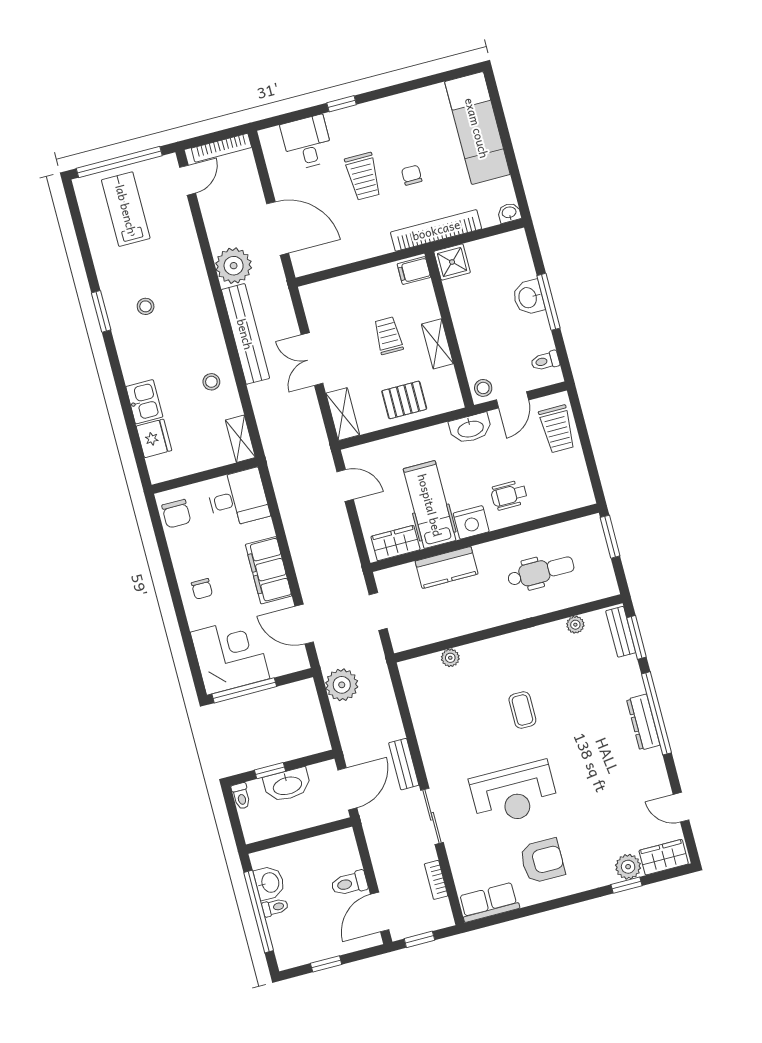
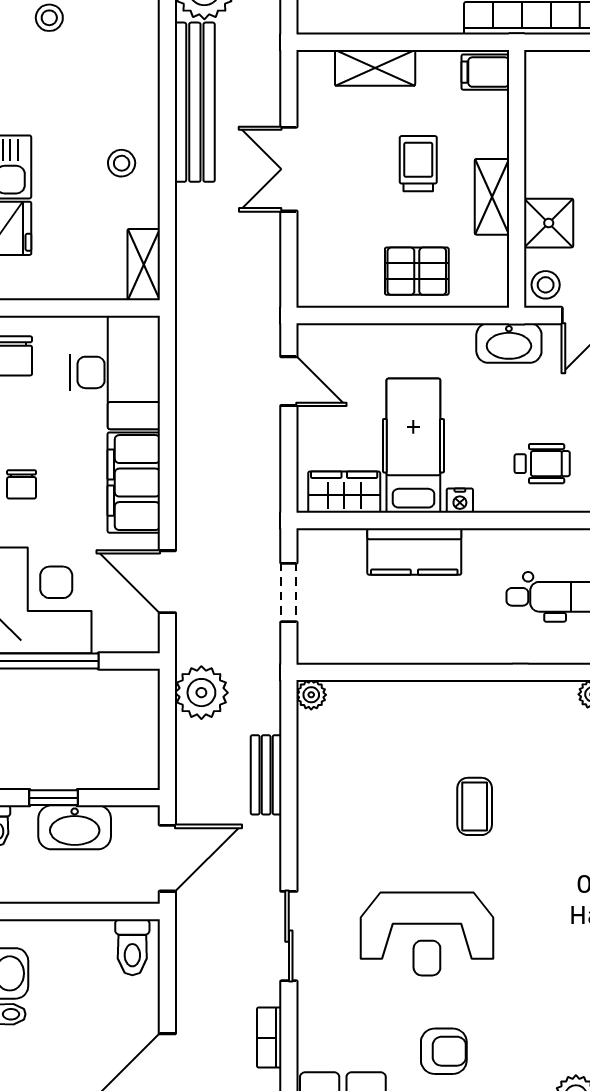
shower: (452, 262) -> (549, 223), moved
shelving: (343, 414) -> (375, 68), moved, turned 90
wheelchair: (509, 495) -> (542, 464), turned 180
desk: (238, 498) -> (115, 372), width x1.37
nightstand: (471, 522) -> (460, 501), width x0.53, depth x0.56
plant: (450, 658) -> (311, 695), moved
bench: (404, 764) -> (266, 775), moved
armchair: (542, 861) -> (444, 1051), width x0.72, depth x0.72
toilet: (349, 883) -> (132, 947), moved, turned -90

